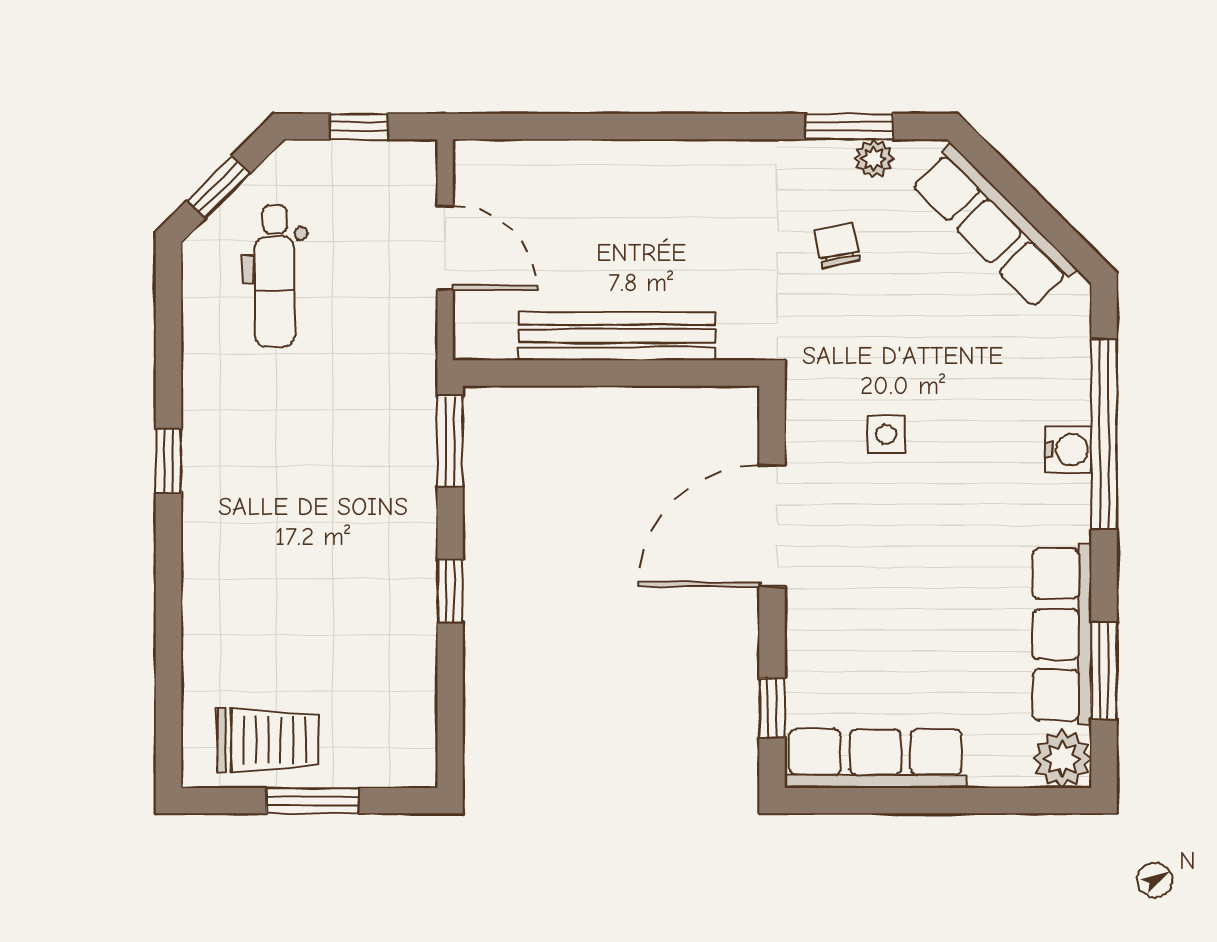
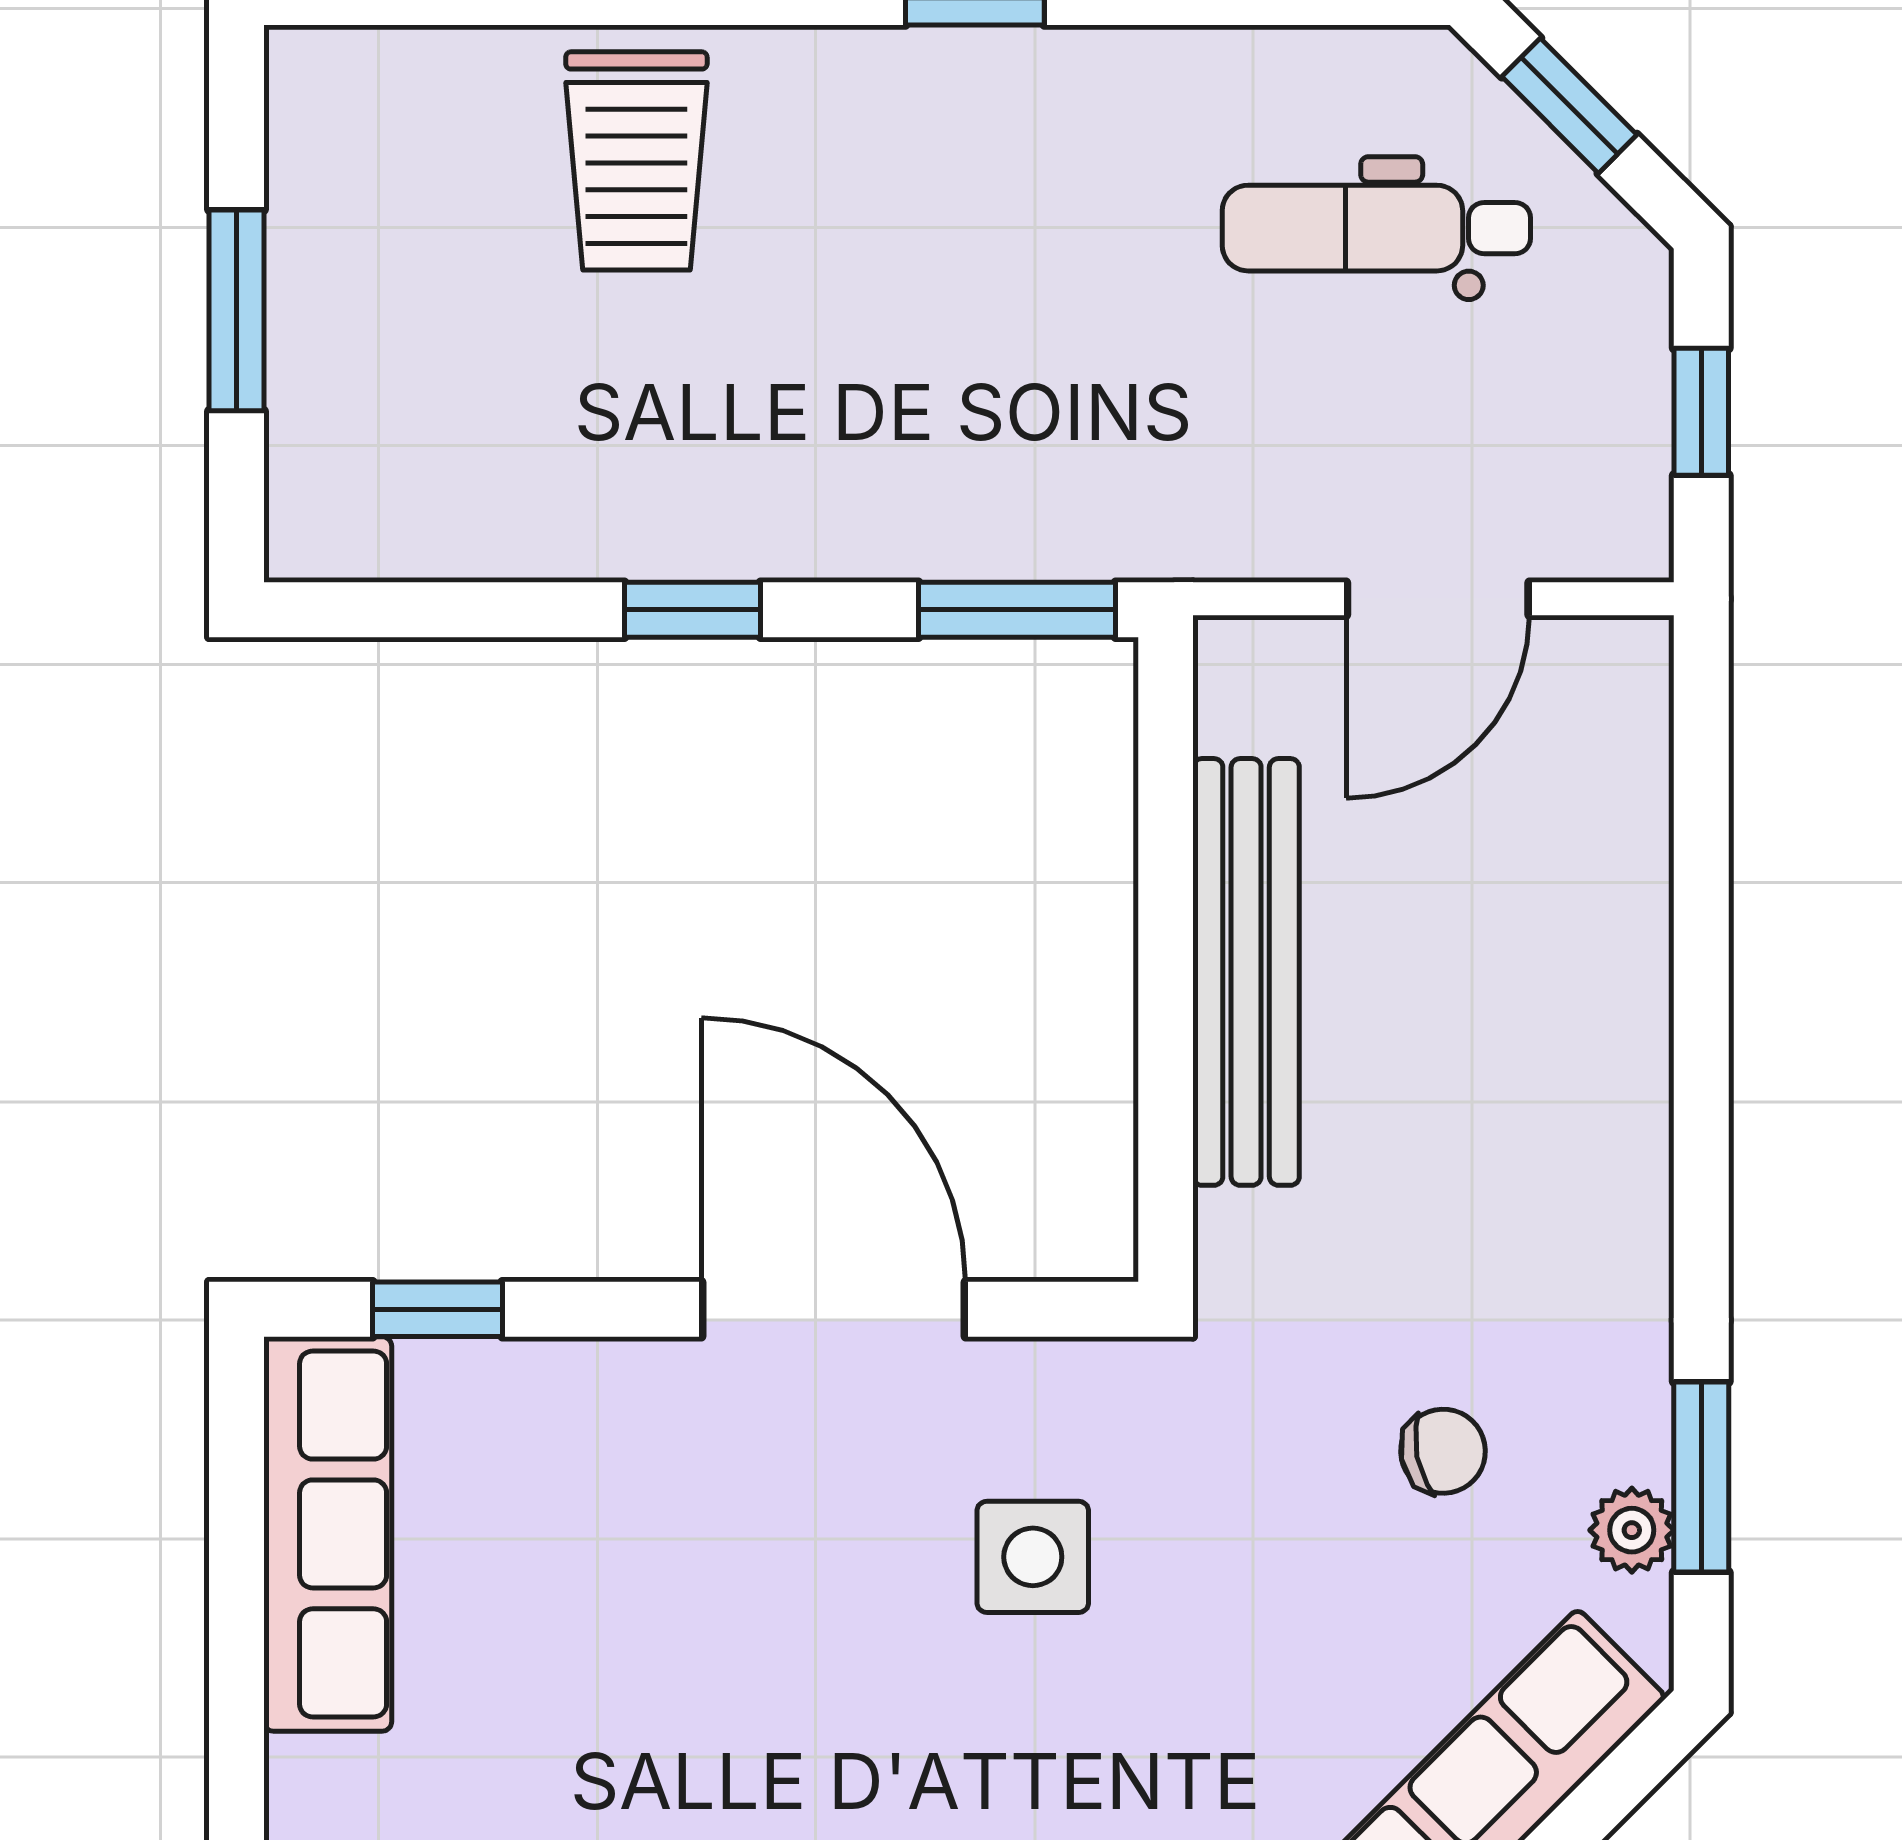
side table: (886, 434) -> (1033, 1557), width x1.37, depth x1.37
trolley: (268, 740) -> (636, 161), moved

